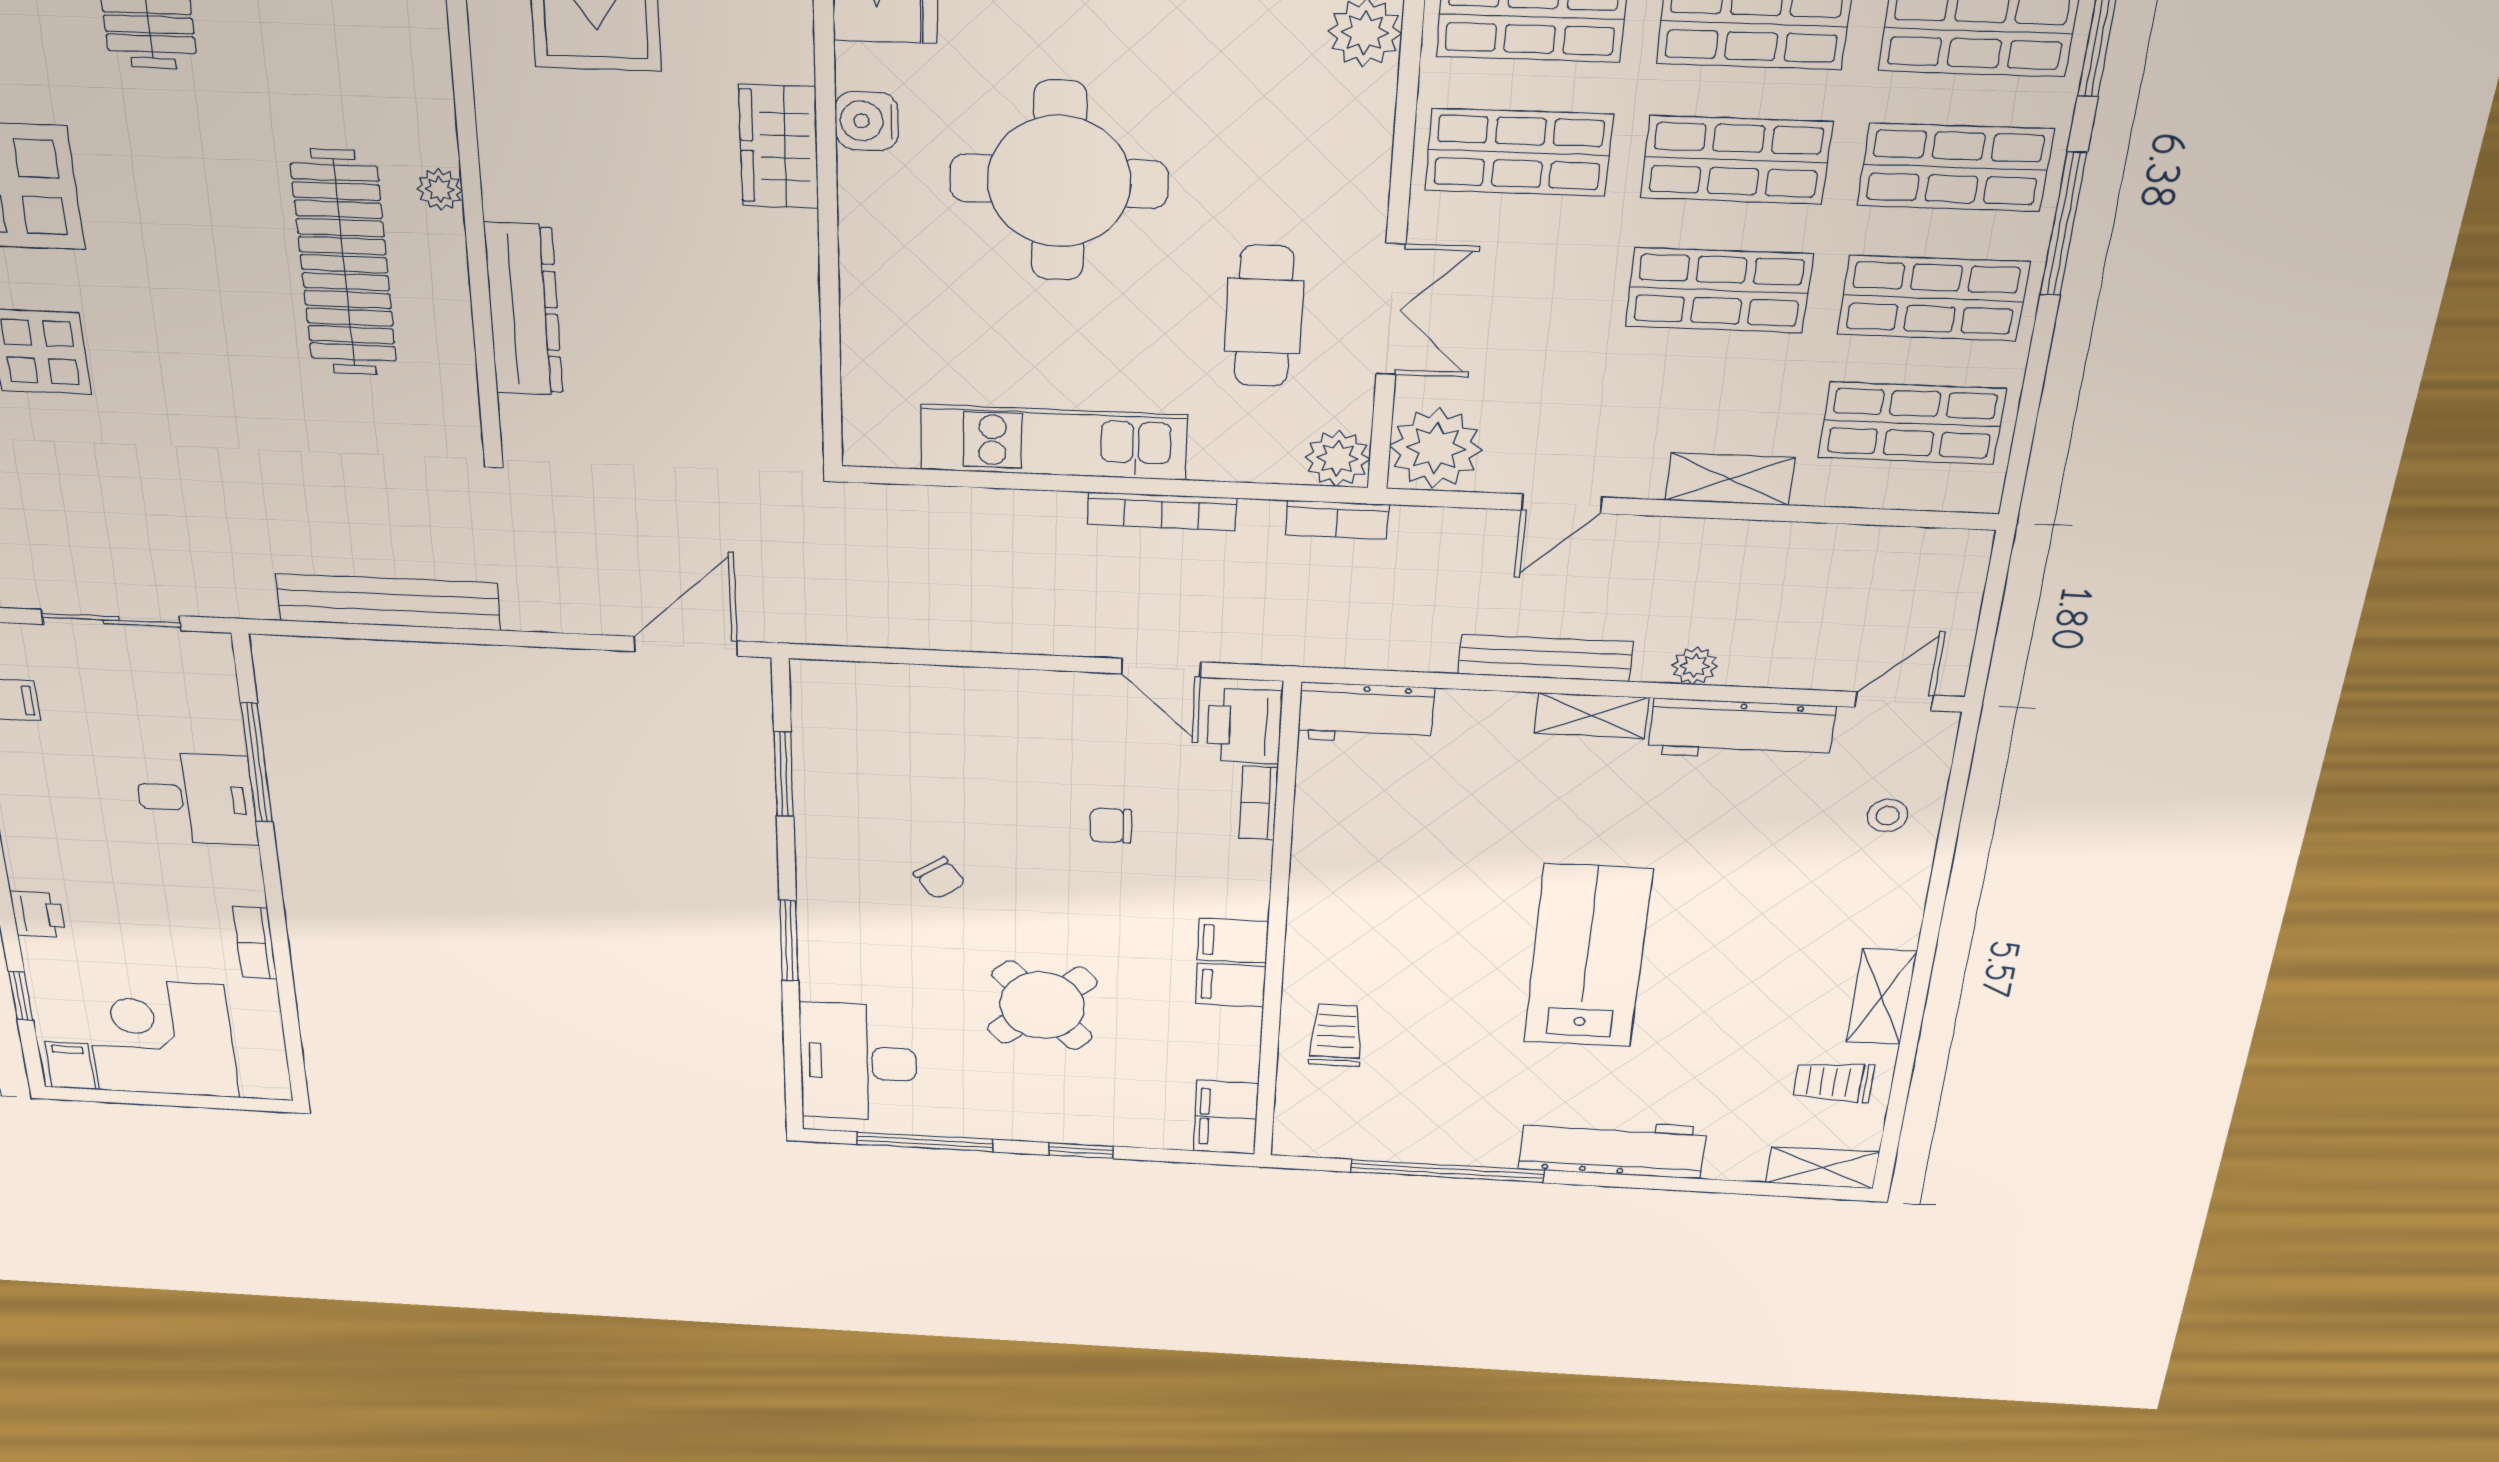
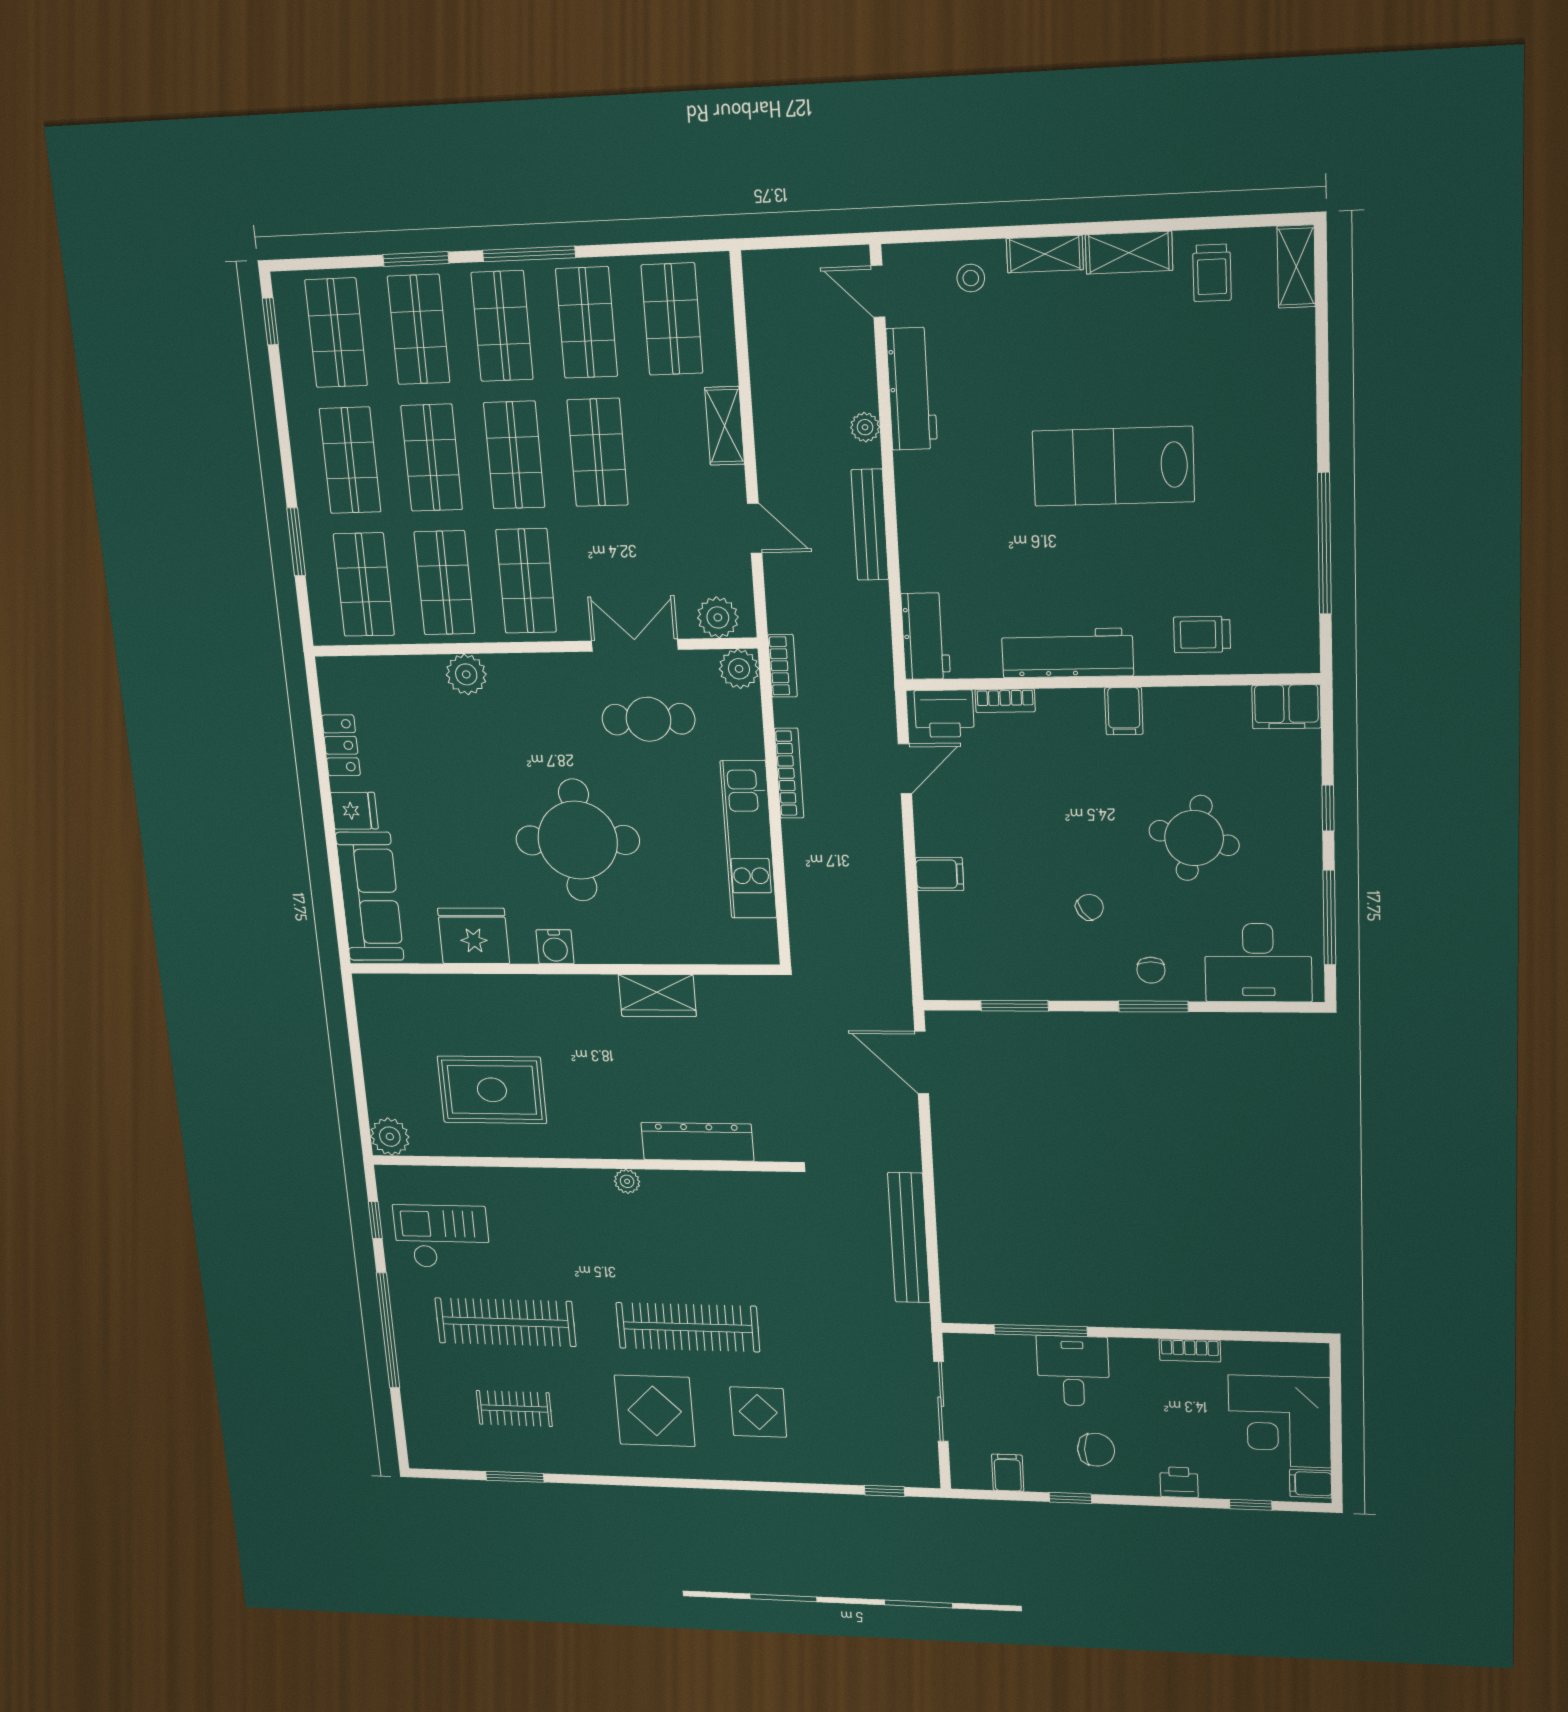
wardrobe: (779, 147) -> (657, 996), moved
clothes rail: (344, 264) -> (688, 1327), moved
plant: (1436, 448) -> (718, 617), width x0.73, depth x0.73
shelving: (1592, 715) -> (1045, 254), moved, turned 90
chair: (70, 817) -> (1096, 1450), added
chair: (1111, 826) -> (1151, 970), moved
filing cabinet: (1231, 985) -> (940, 874), moved, turned -90
round table: (1042, 1005) -> (1194, 838), turned -35
workbench: (1613, 1148) -> (1067, 653), moved, turned 90

